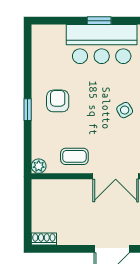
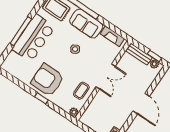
window: (99, 21) -> (21, 31), width x2.17
armchair: (58, 101) -> (47, 80), width x1.88, depth x1.88

